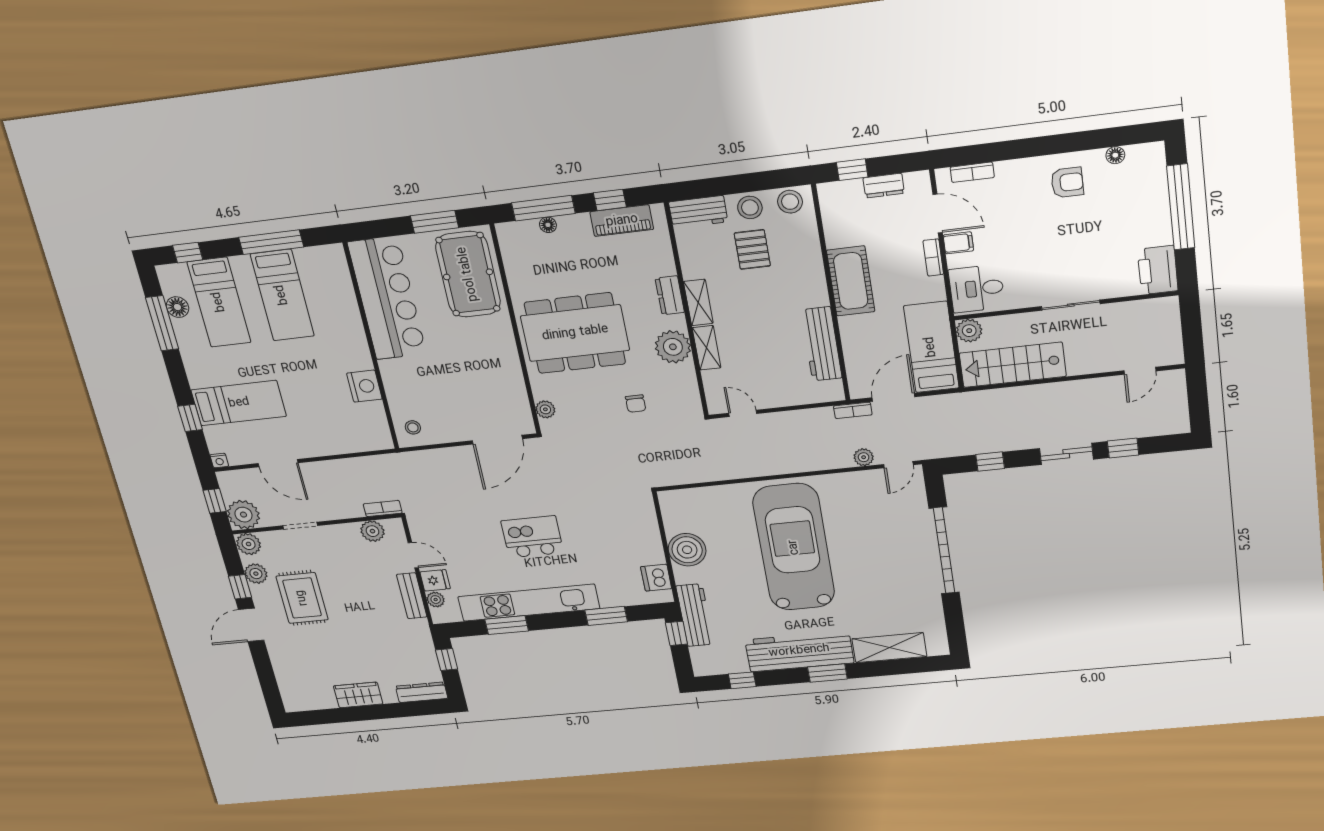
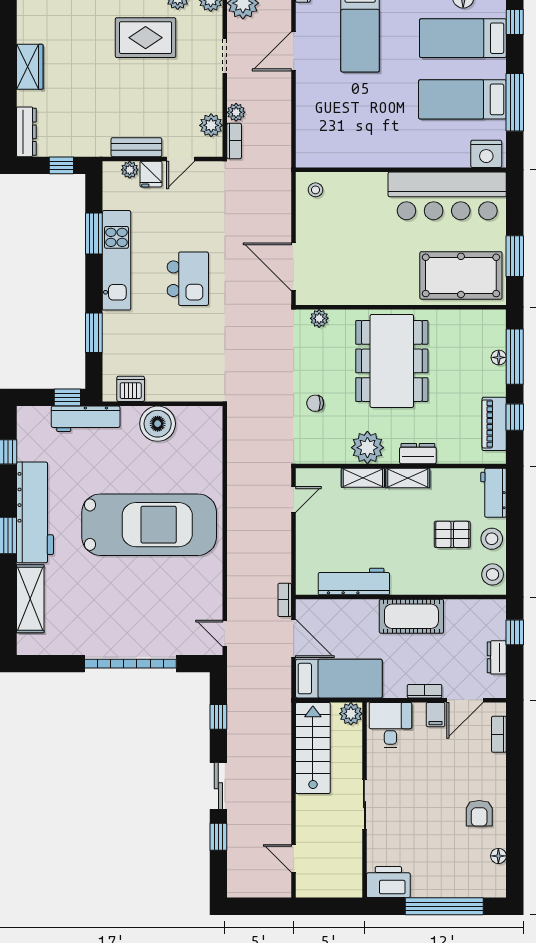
nightstand: (364, 386) -> (486, 154), moved
plant: (864, 457) -> (236, 112), moved
kitchen unit: (529, 603) -> (116, 260), width x0.73

